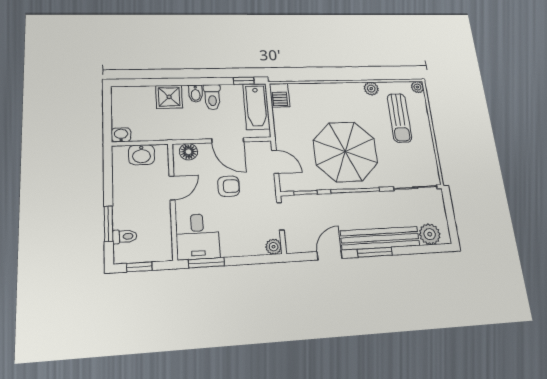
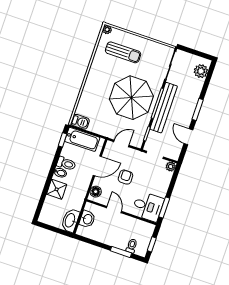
plant: (371, 89) -> (97, 61), removed
washbasin: (121, 135) -> (70, 220), width x1.91, depth x1.45
bench: (380, 238) -> (164, 108), moved

